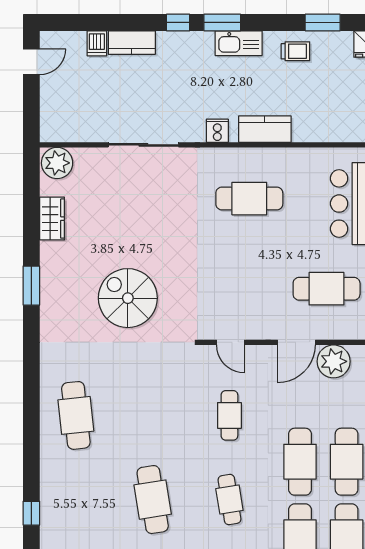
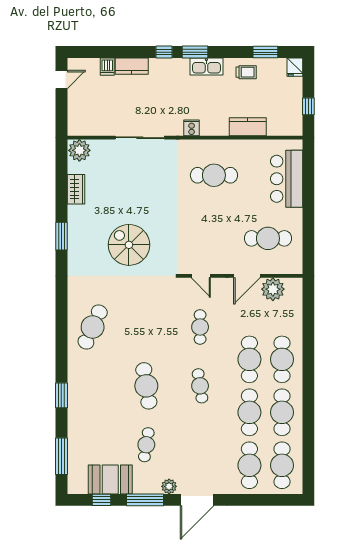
kitchen counter: (265, 129) -> (248, 127), moved
cafe table: (76, 415) -> (93, 327), turned 30
window: (31, 513) -> (61, 395), width x1.50

